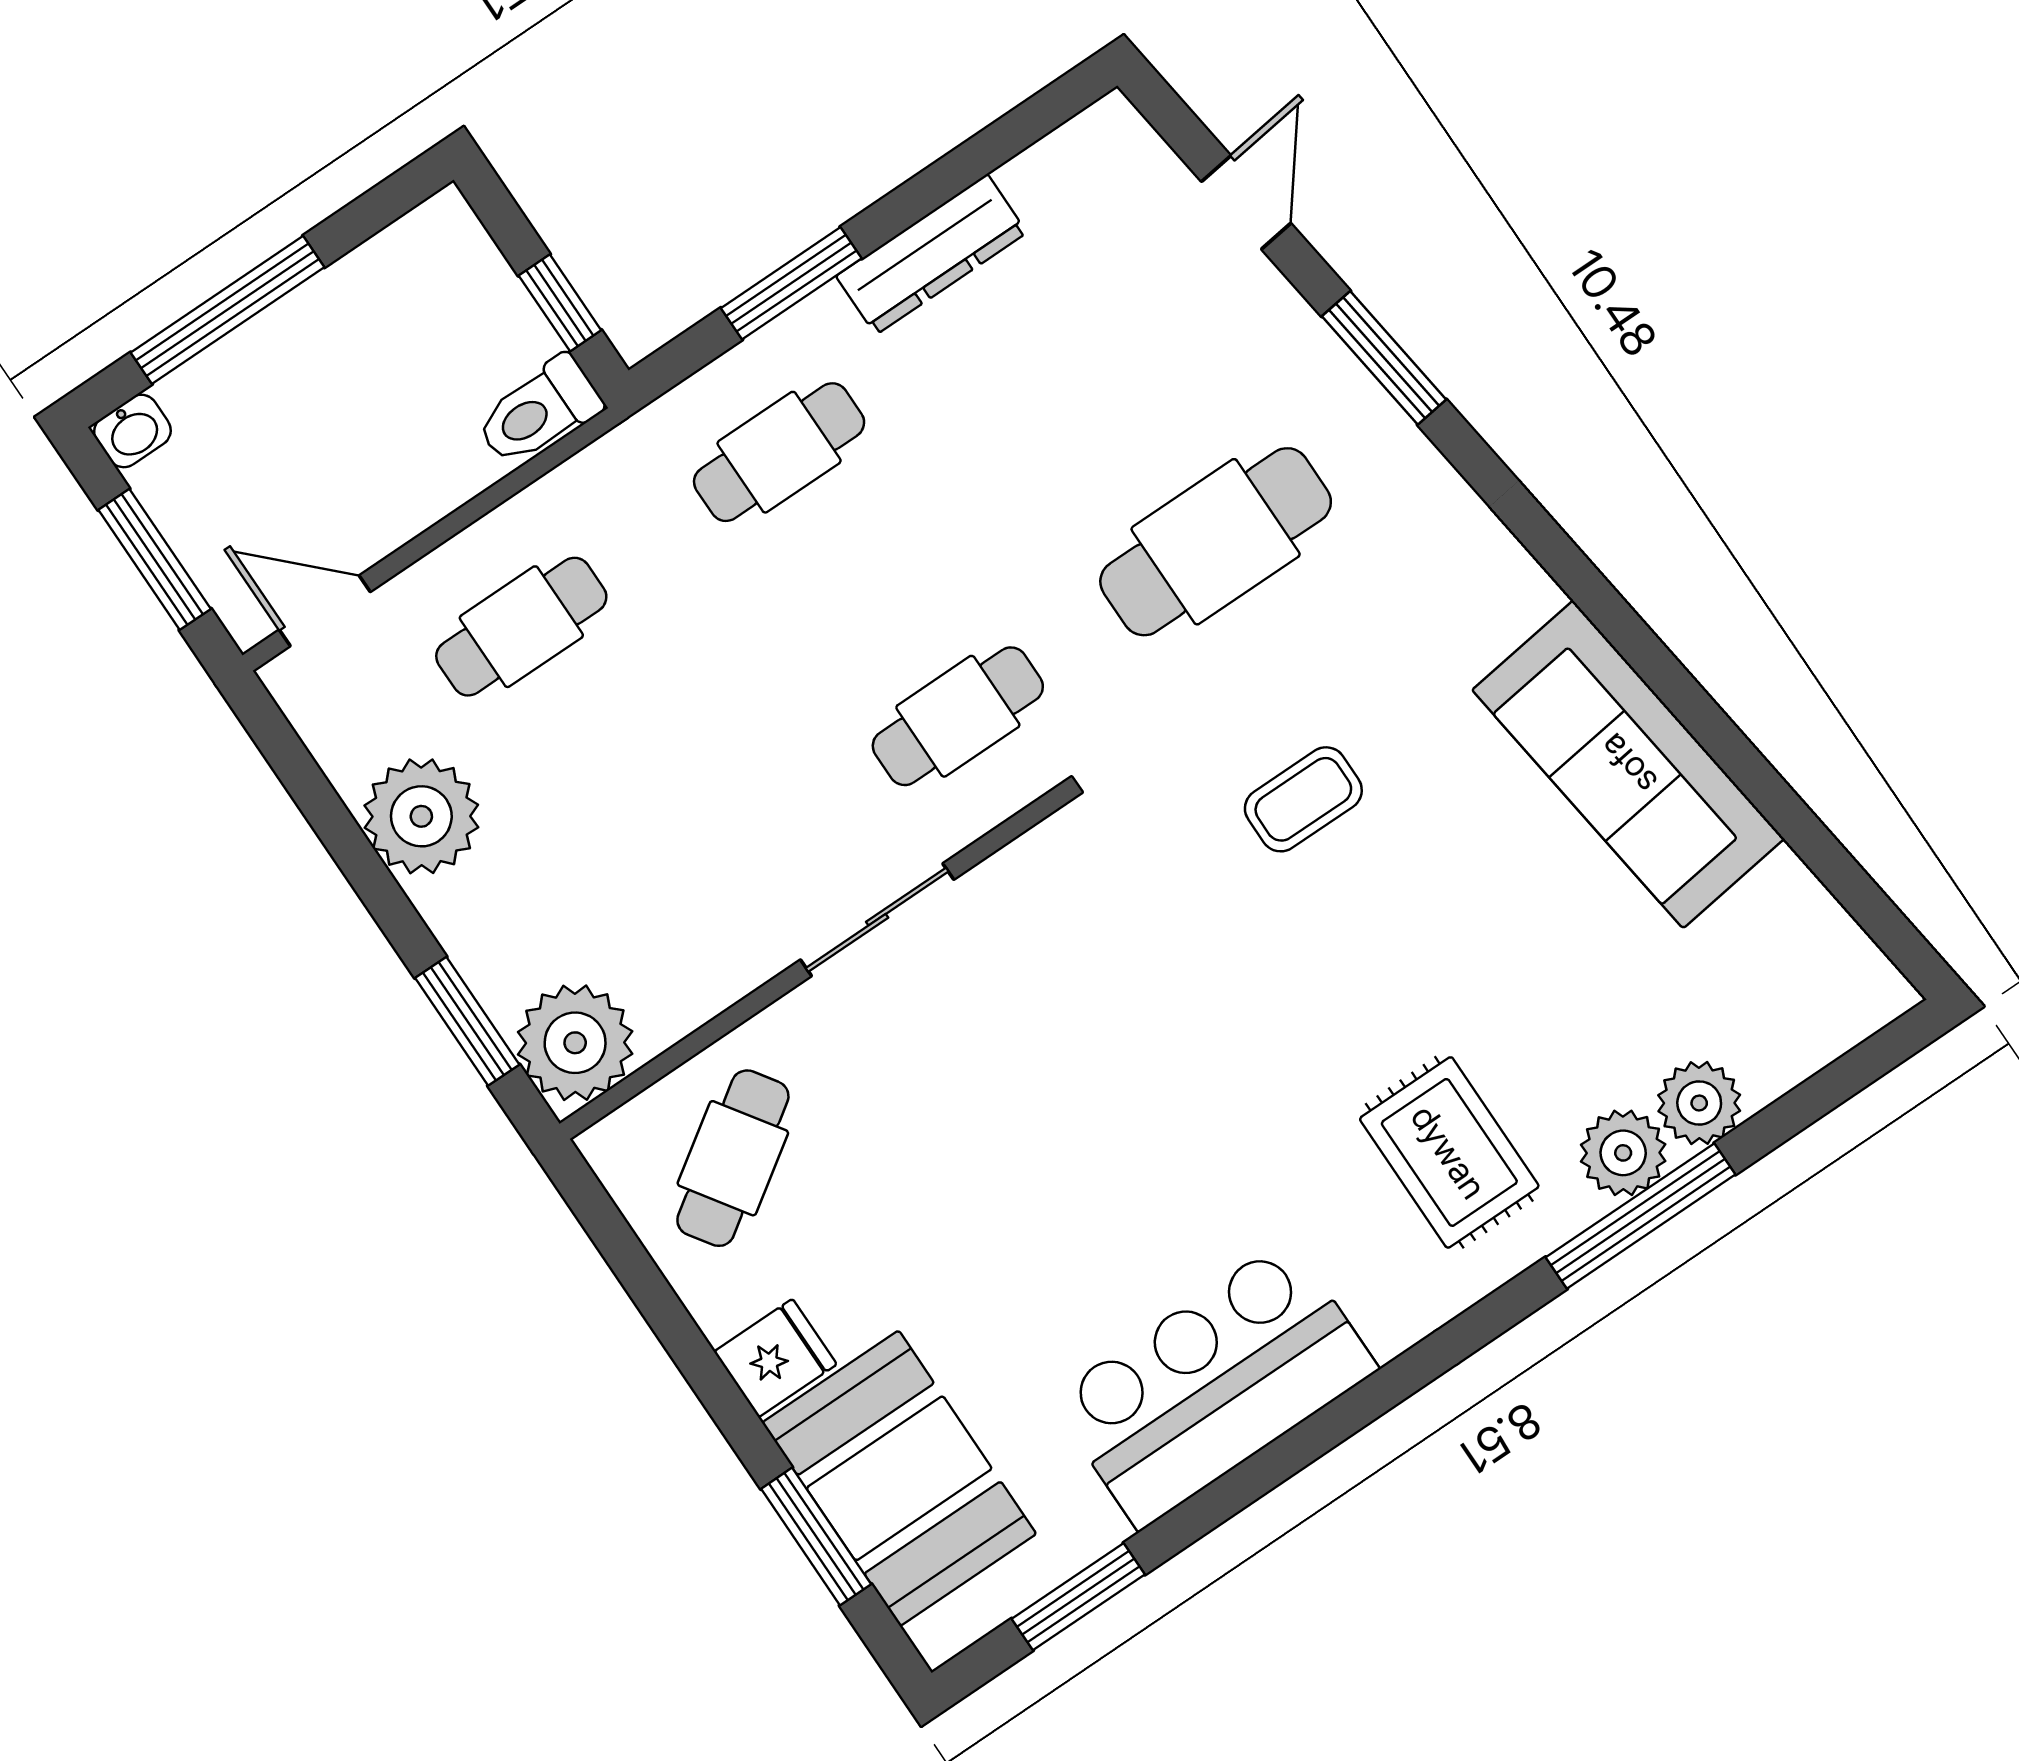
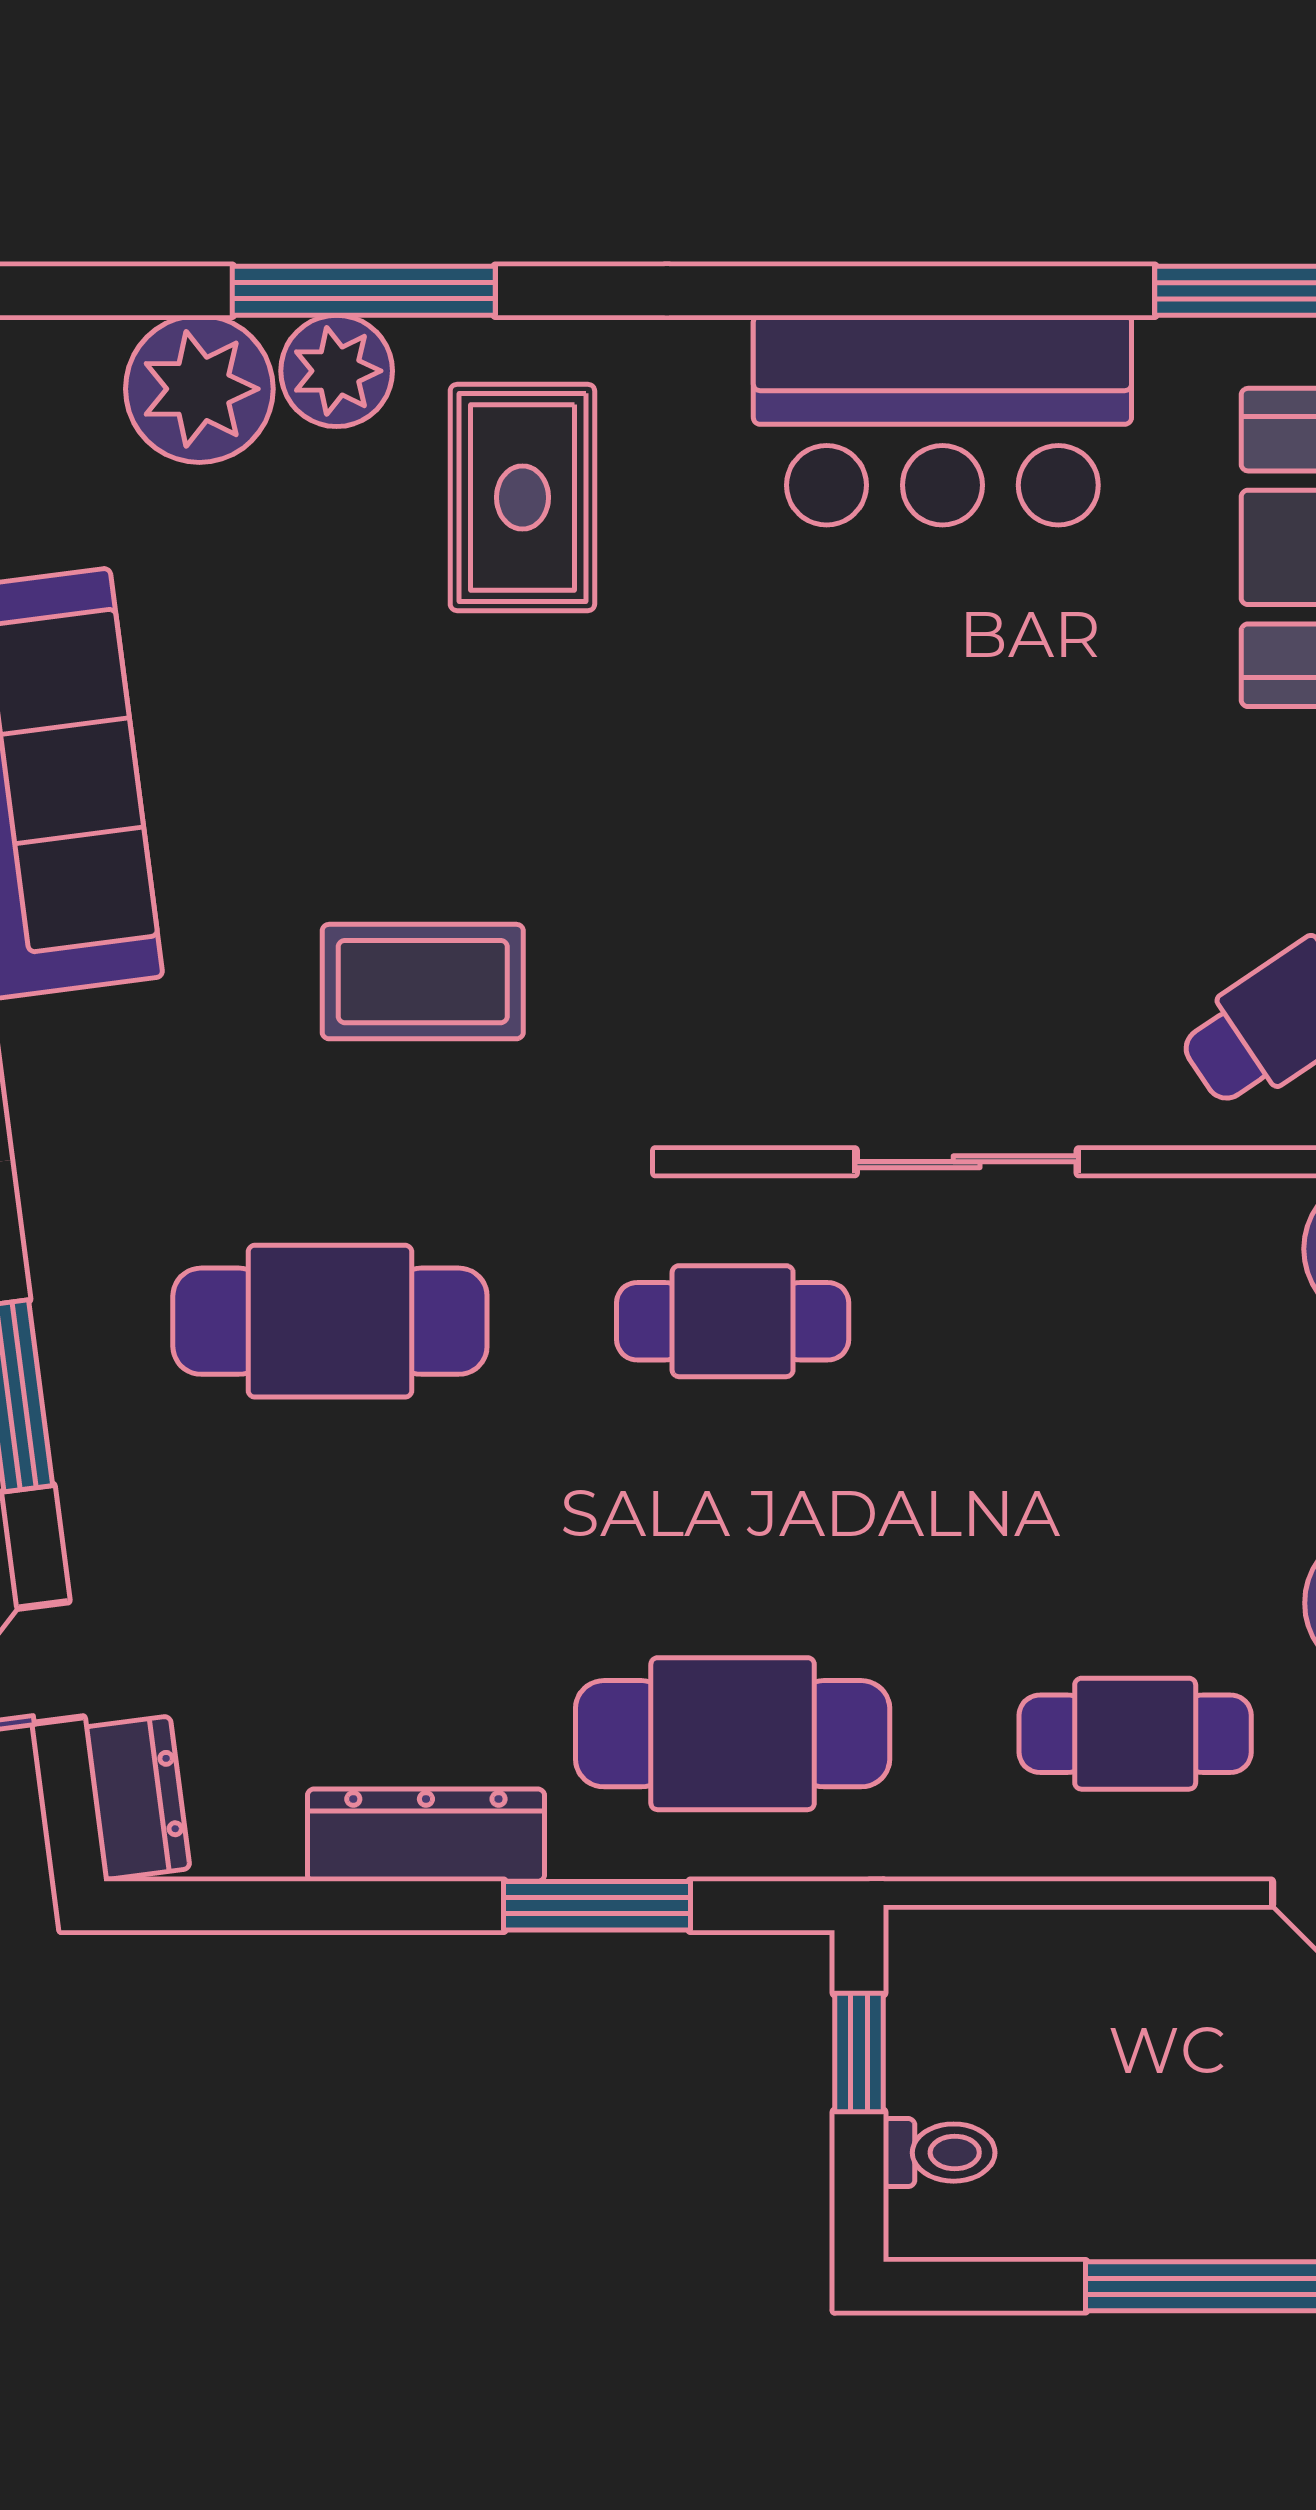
dresser: (1132, 153) -> (137, 1798), added
toilet: (539, 411) -> (939, 2153), moved, width x0.73, depth x0.72
cafe table: (779, 452) -> (733, 1734), width x1.37, depth x1.35
coffee table: (1303, 799) -> (423, 982), width x1.36, depth x1.30
plant: (1699, 1103) -> (199, 389), width x1.36, depth x1.36

